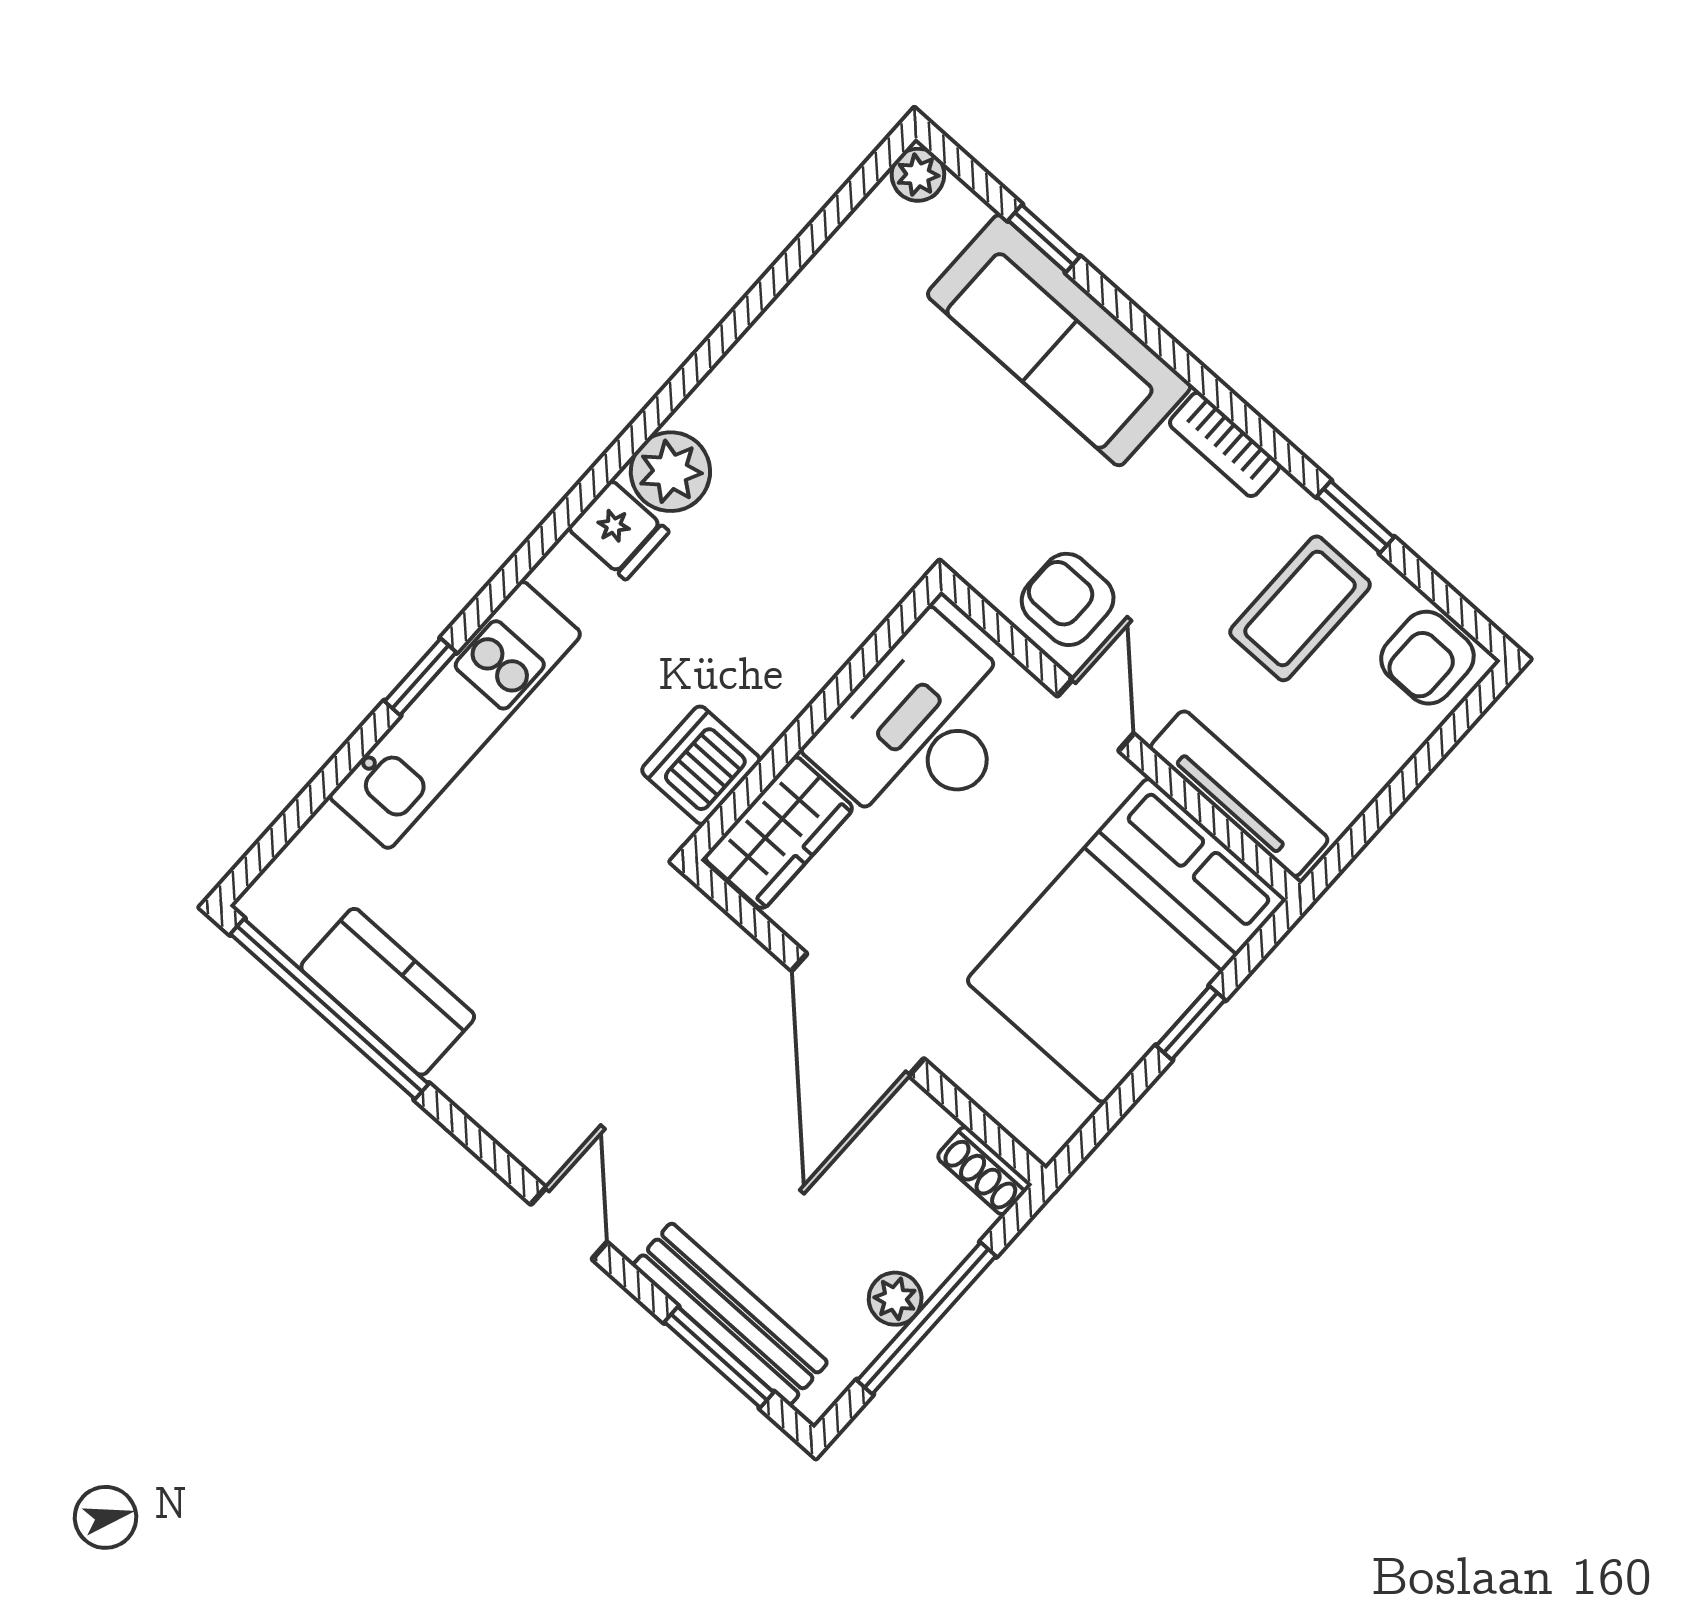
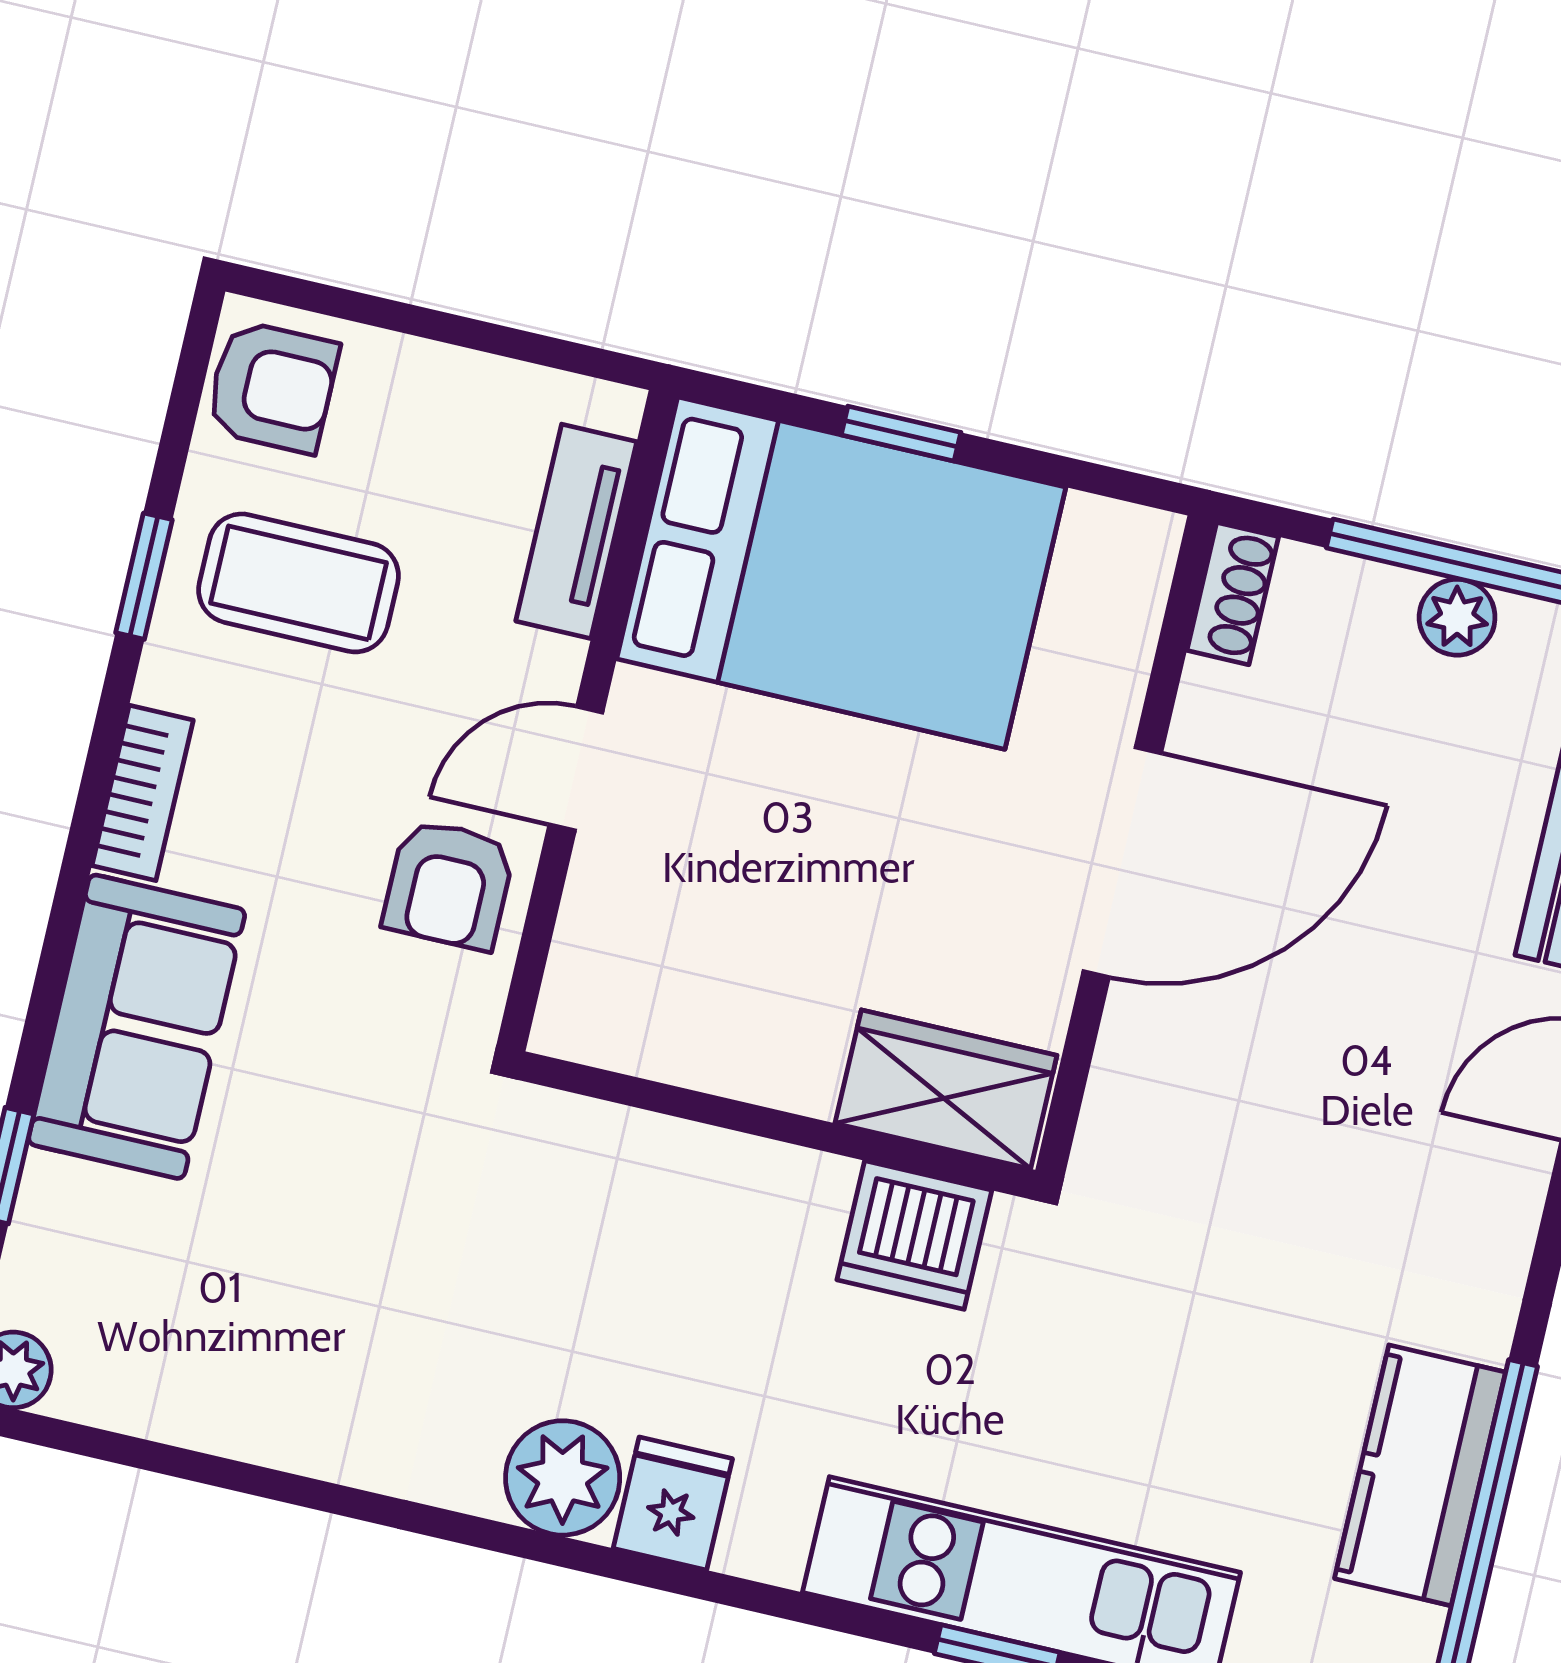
sofa: (1059, 340) -> (137, 1027), width x0.73
desk: (922, 728) -> (714, 980), removed
tv unit: (1239, 794) -> (576, 531), width x0.71

